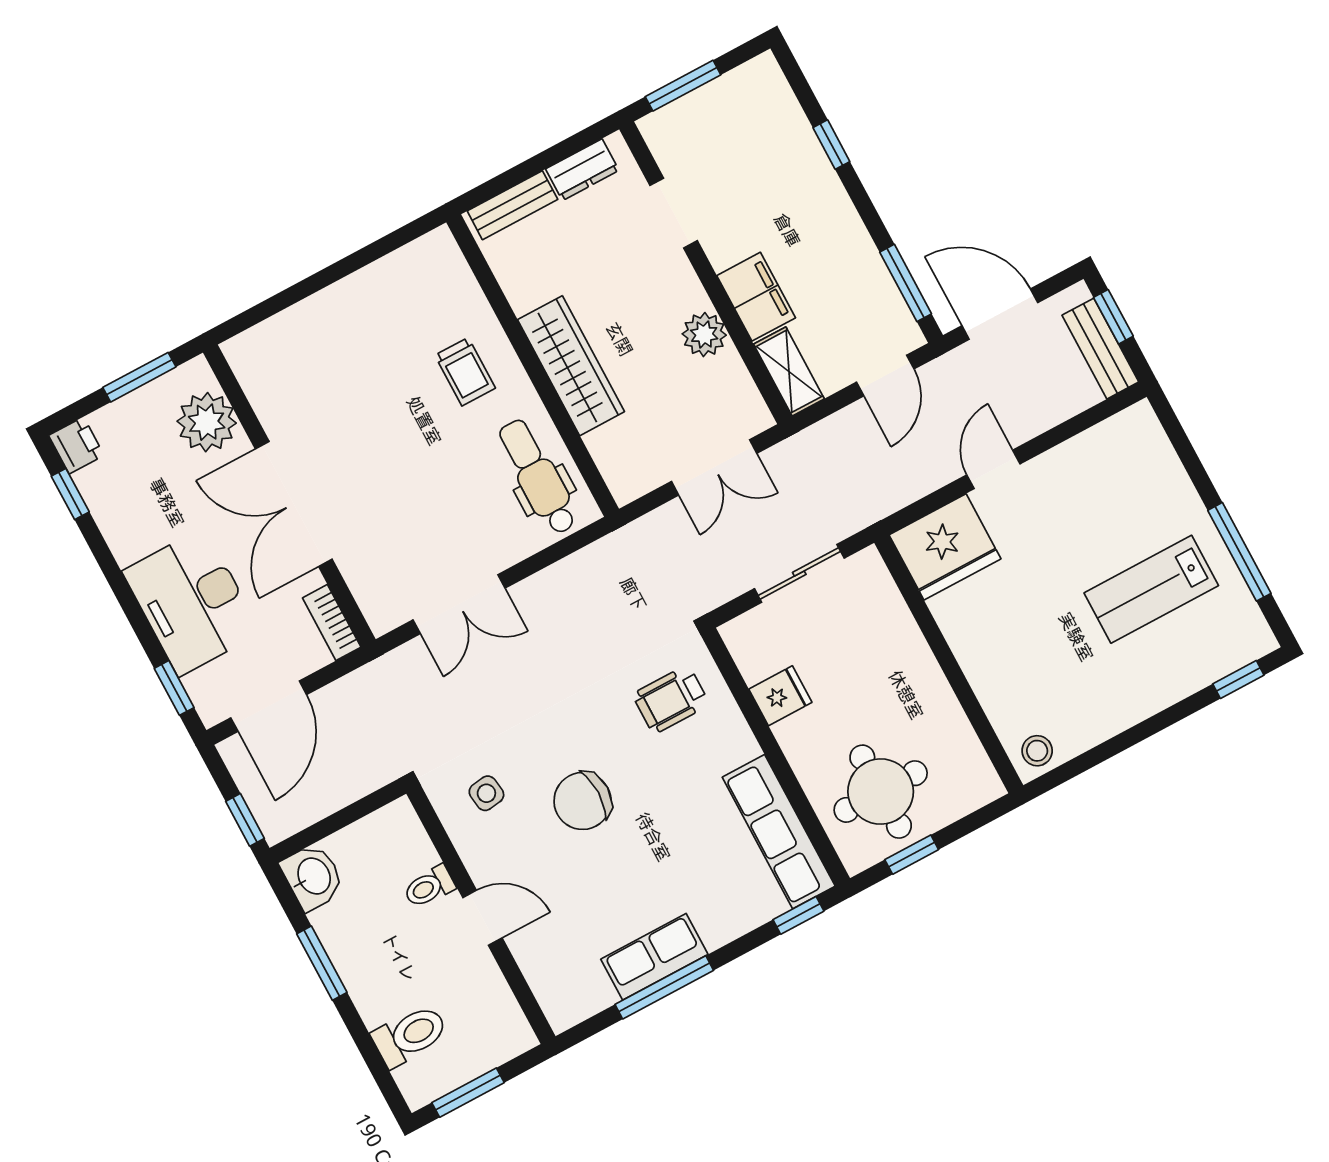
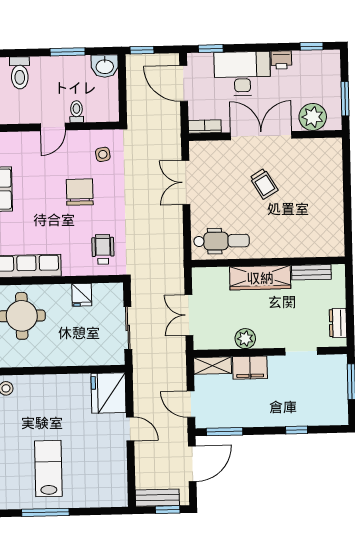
bench: (512, 205) -> (311, 272), moved, turned 90
trolley: (465, 372) -> (264, 184), moved, turned -121
printer: (76, 445) -> (281, 60), moved

